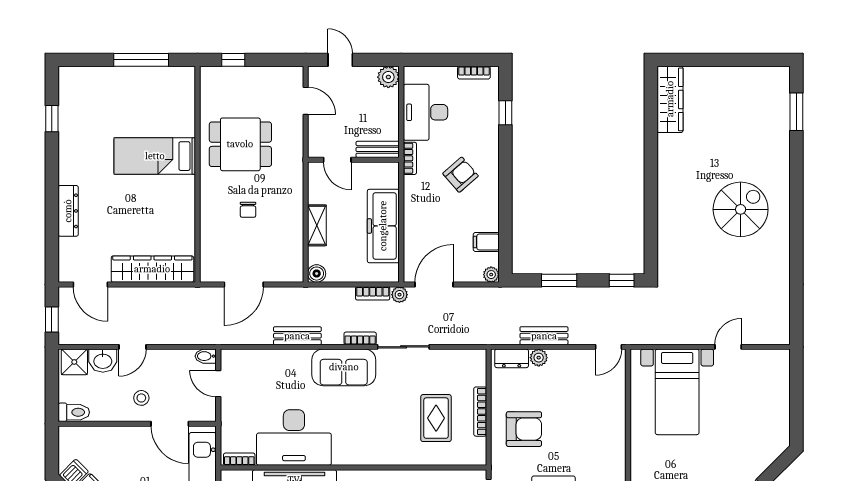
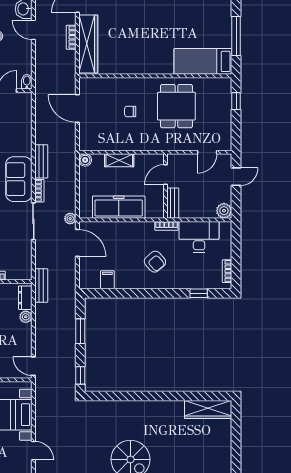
bed: (155, 156) -> (203, 61), moved, turned -90
plant: (491, 275) -> (84, 283), removed
bookcase: (373, 293) -> (71, 37), moved
bench: (297, 336) -> (41, 161), moved
bench: (544, 336) -> (41, 286), moved

